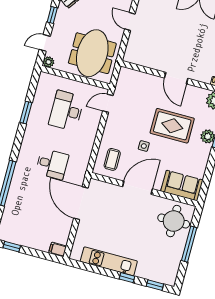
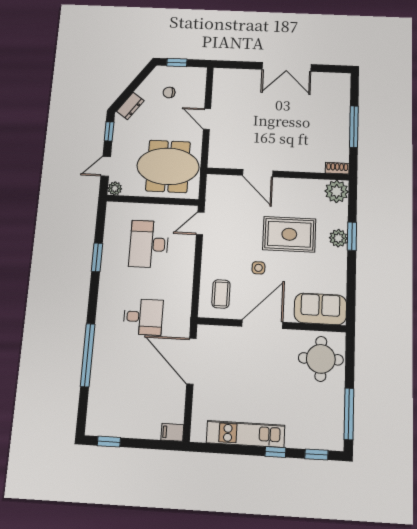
meeting table: (92, 53) -> (168, 166), turned 90
door: (176, 78) -> (258, 173), moved
window: (189, 244) -> (349, 414), moved

